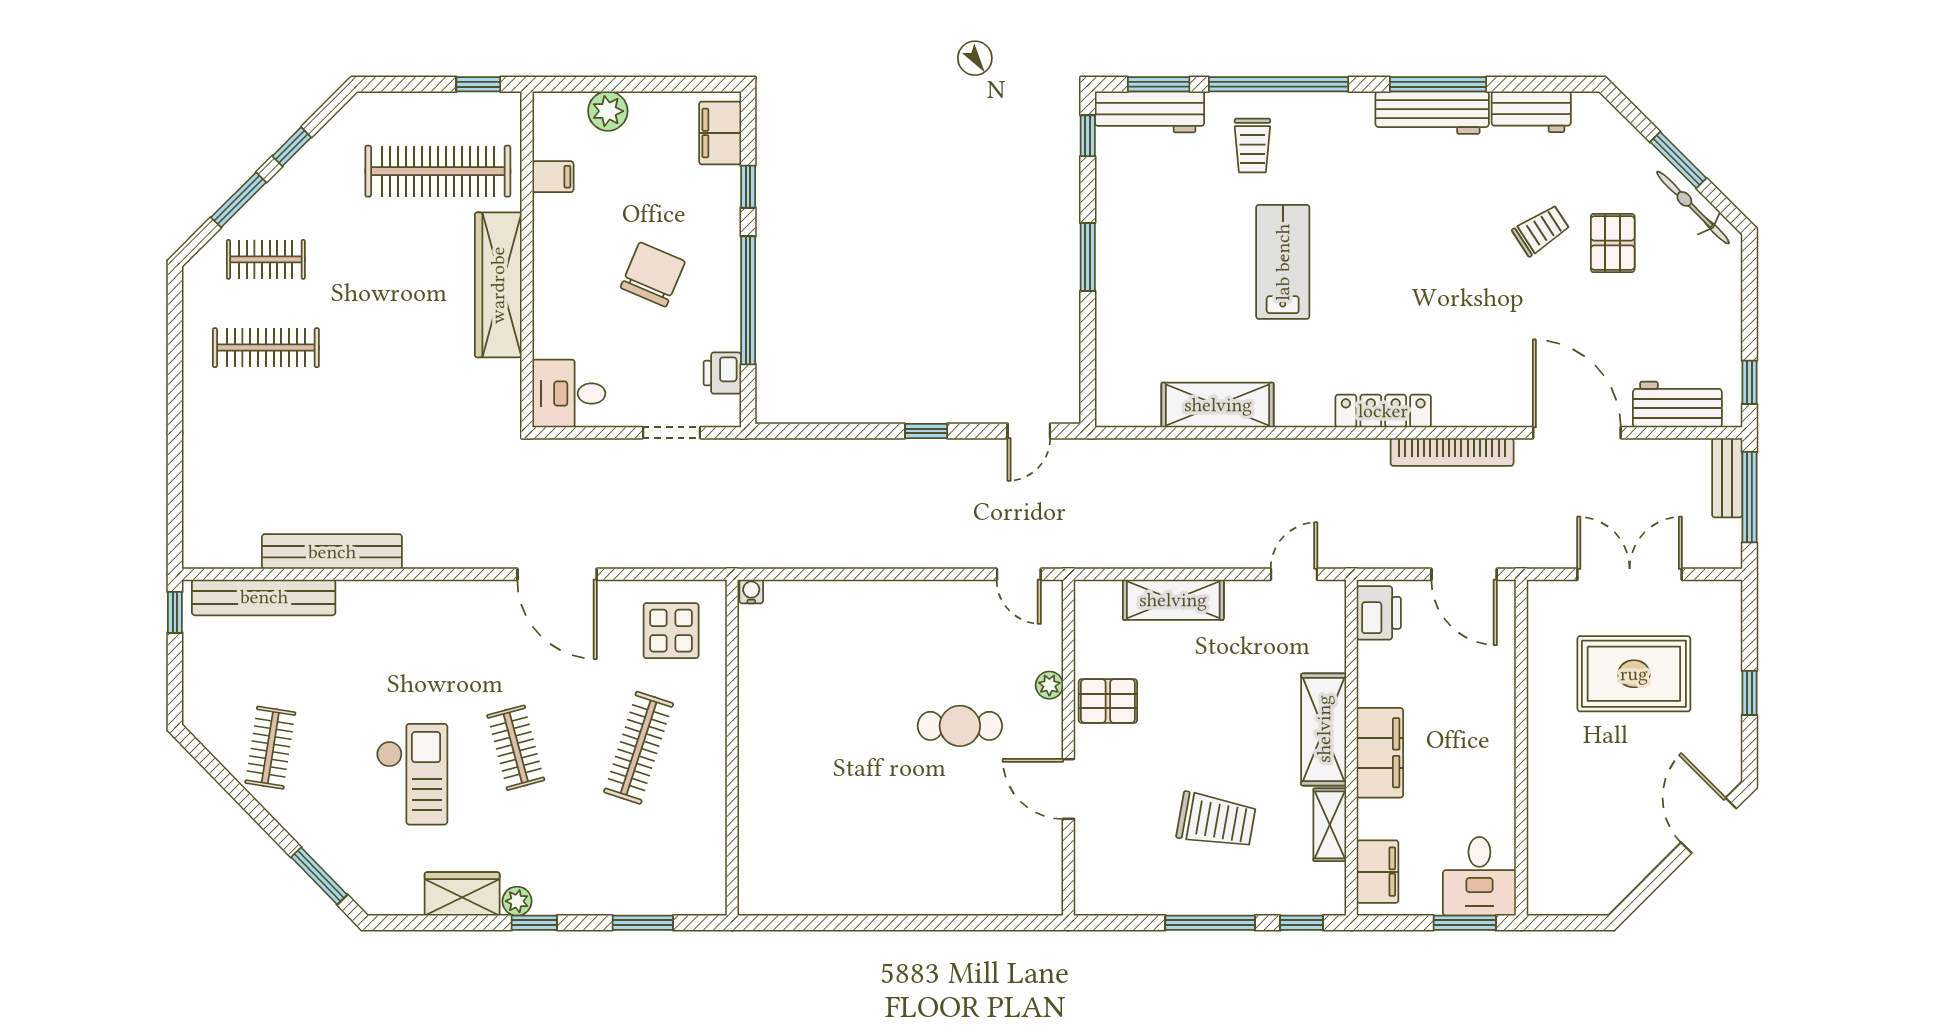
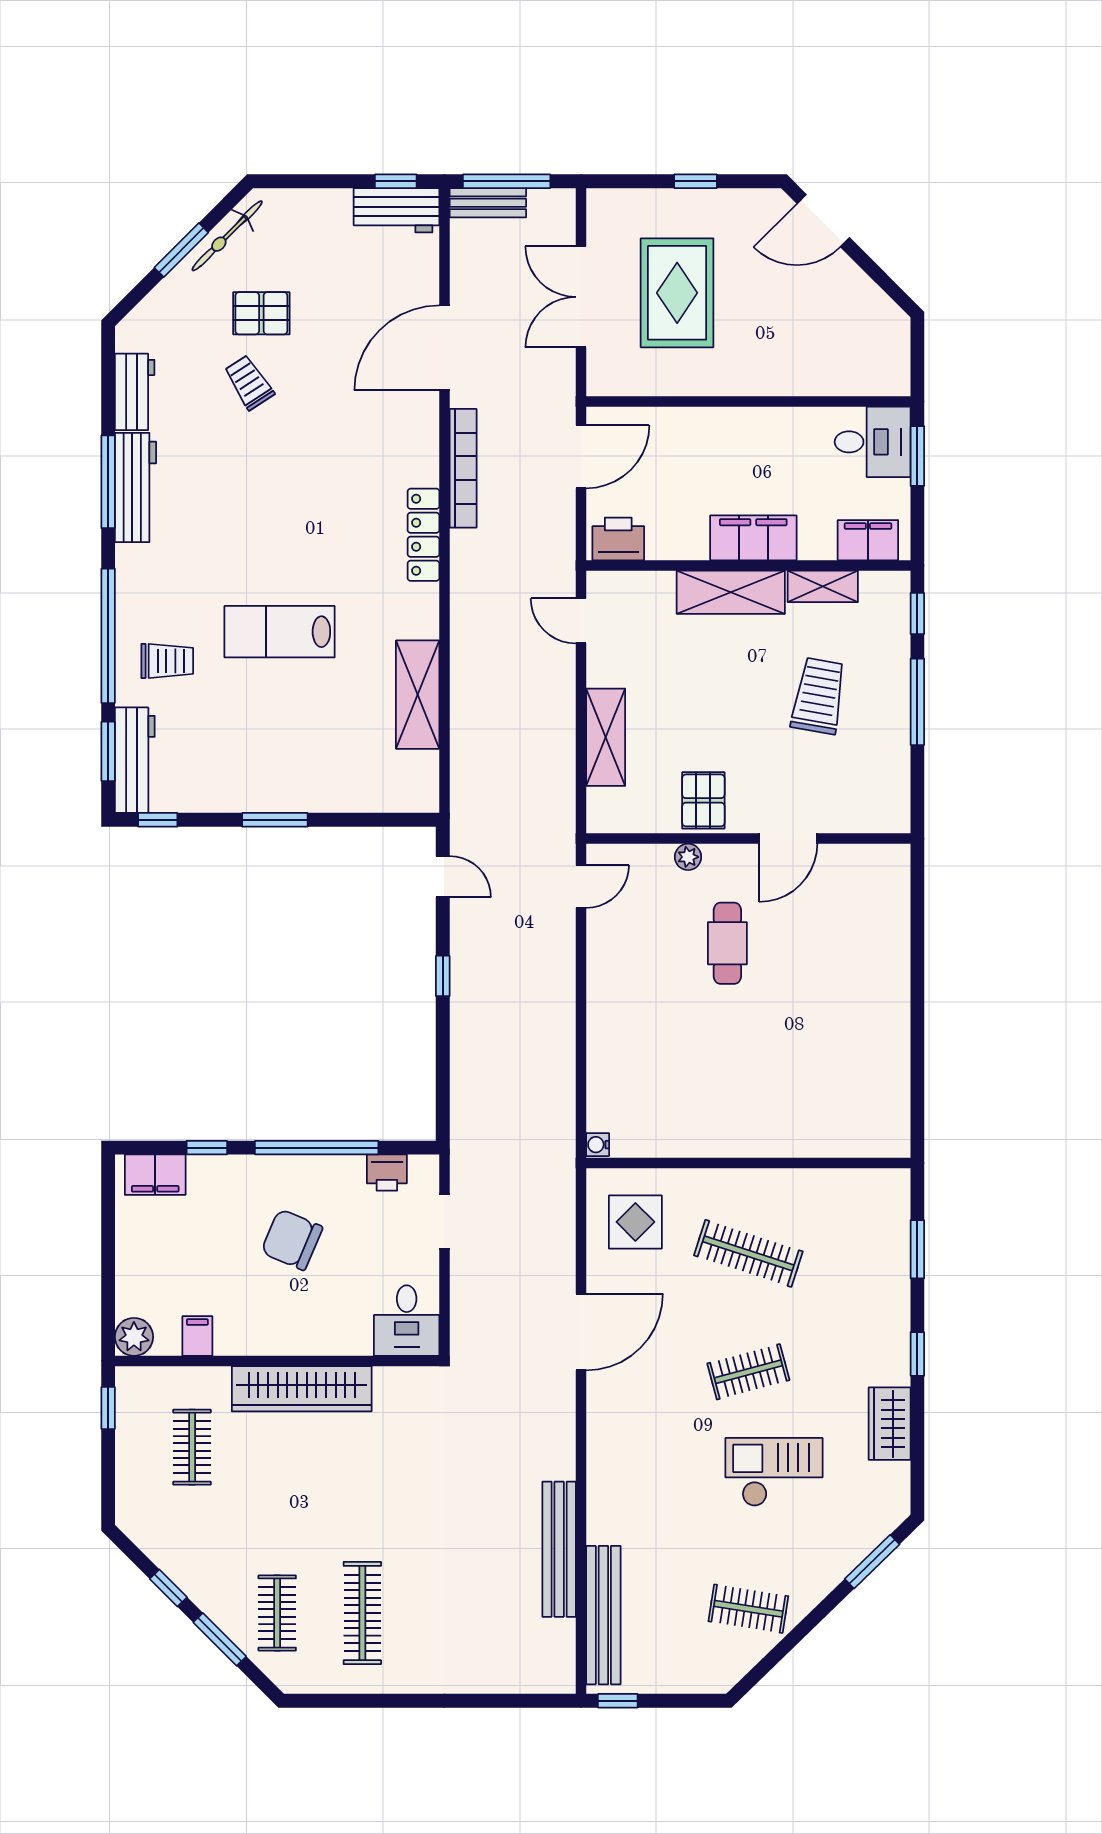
plant: (608, 111) -> (134, 1337), moved
clothes rail: (438, 171) -> (192, 1447), width x0.54, depth x0.76
workbench: (1677, 405) -> (396, 210), moved, turned -90
plant: (517, 901) -> (897, 1371), removed

